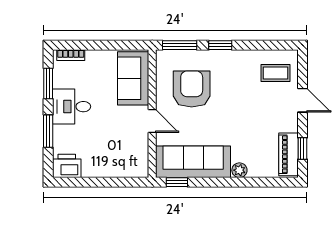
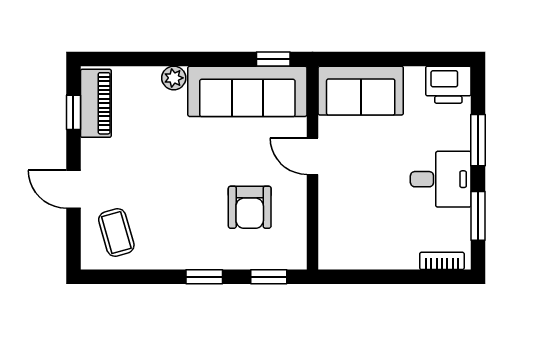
window: (180, 45) -> (269, 277), width x0.67
coffee table: (276, 73) -> (116, 233), turned 74
sofa: (133, 78) -> (361, 91), moved, turned 90
armchair: (192, 89) -> (250, 207), width x0.73, depth x0.73

